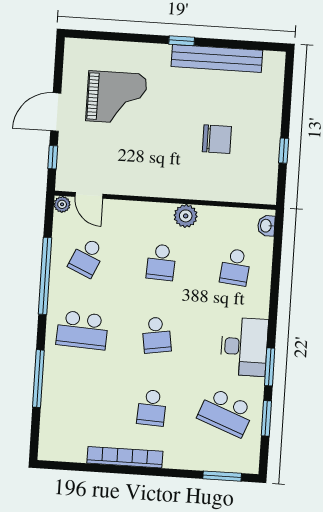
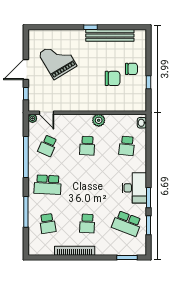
grand piano: (116, 98) -> (58, 60), turned -121
chair: (253, 124) -> (131, 69), added
school desk: (156, 335) -> (48, 223), moved

